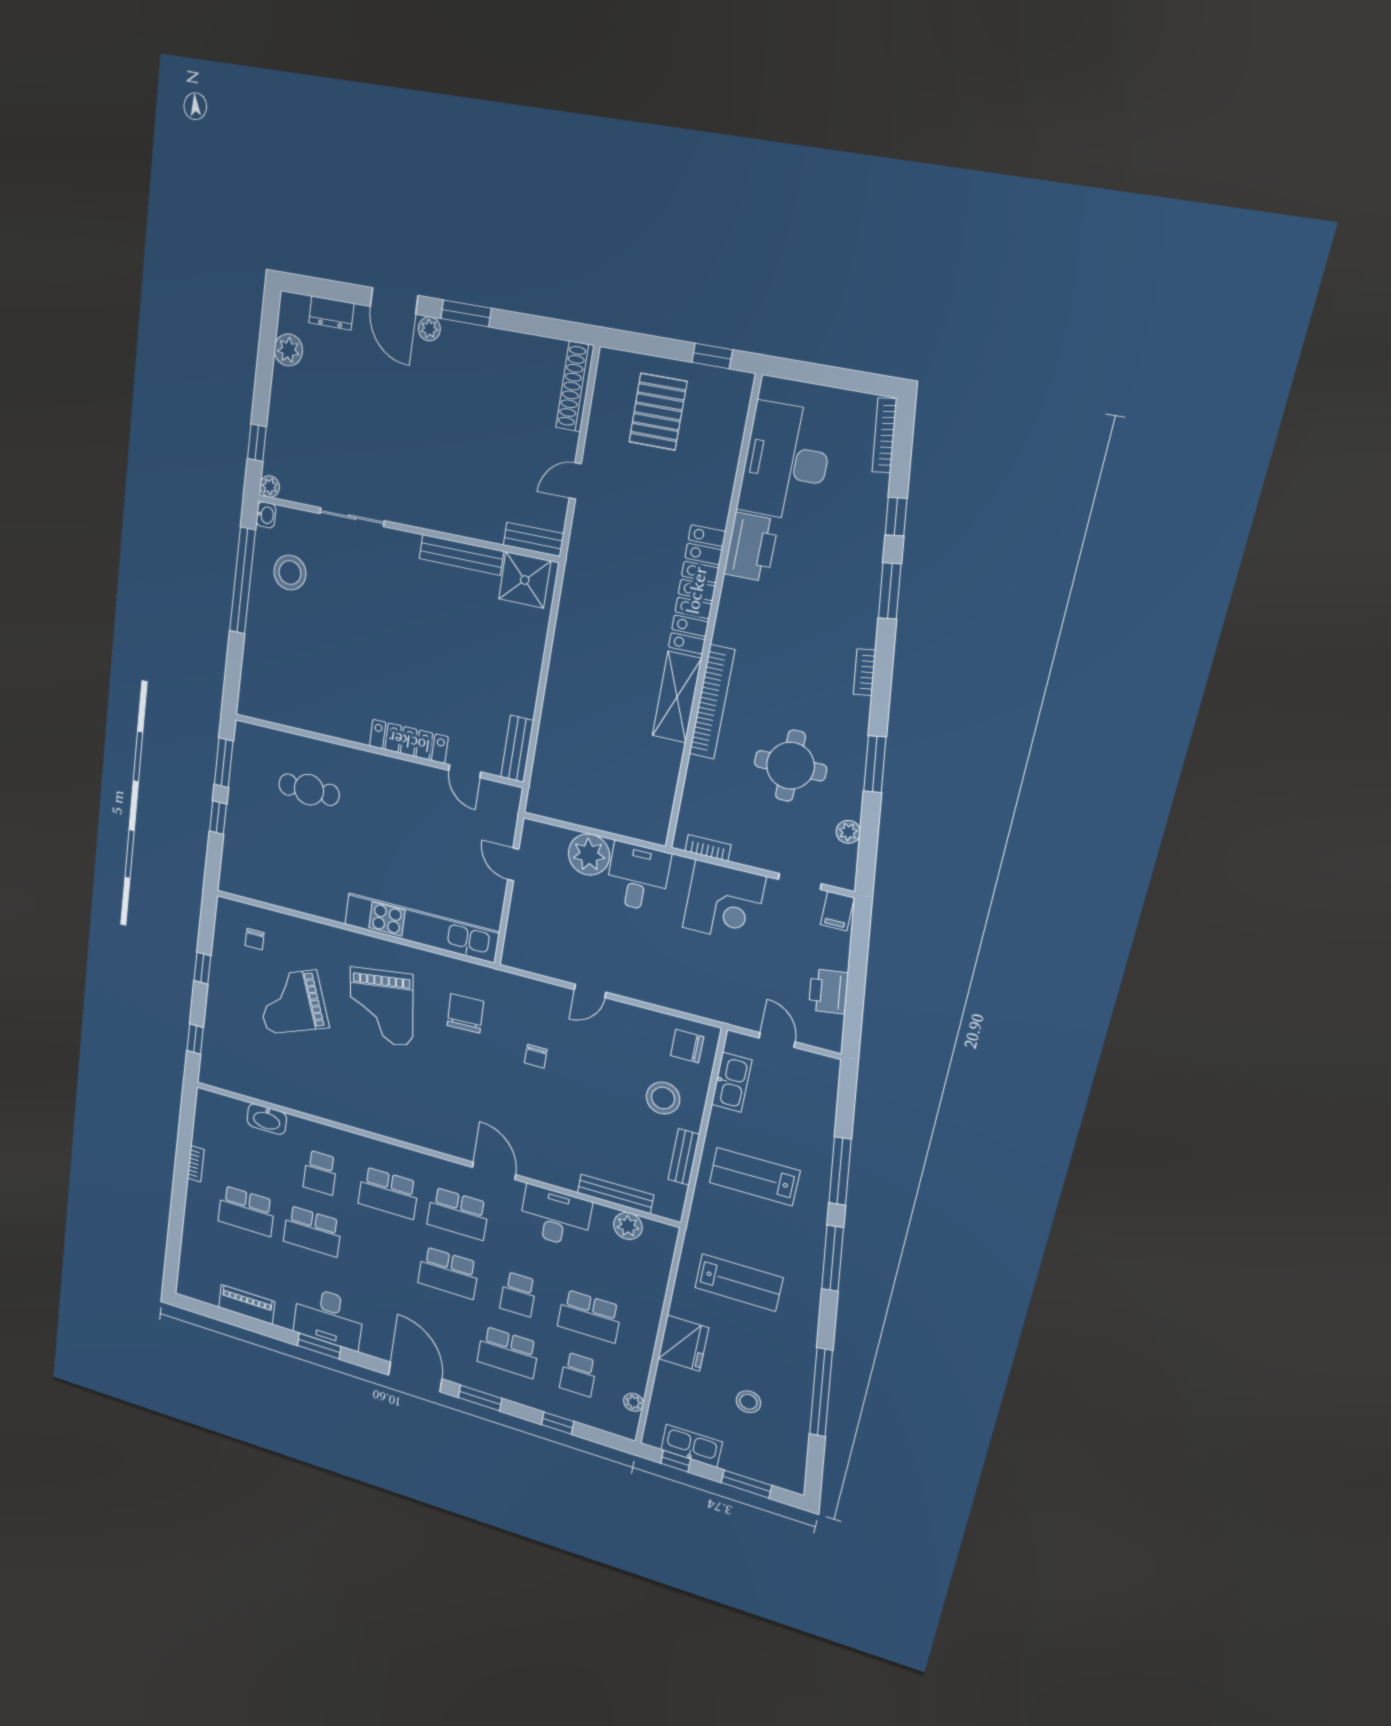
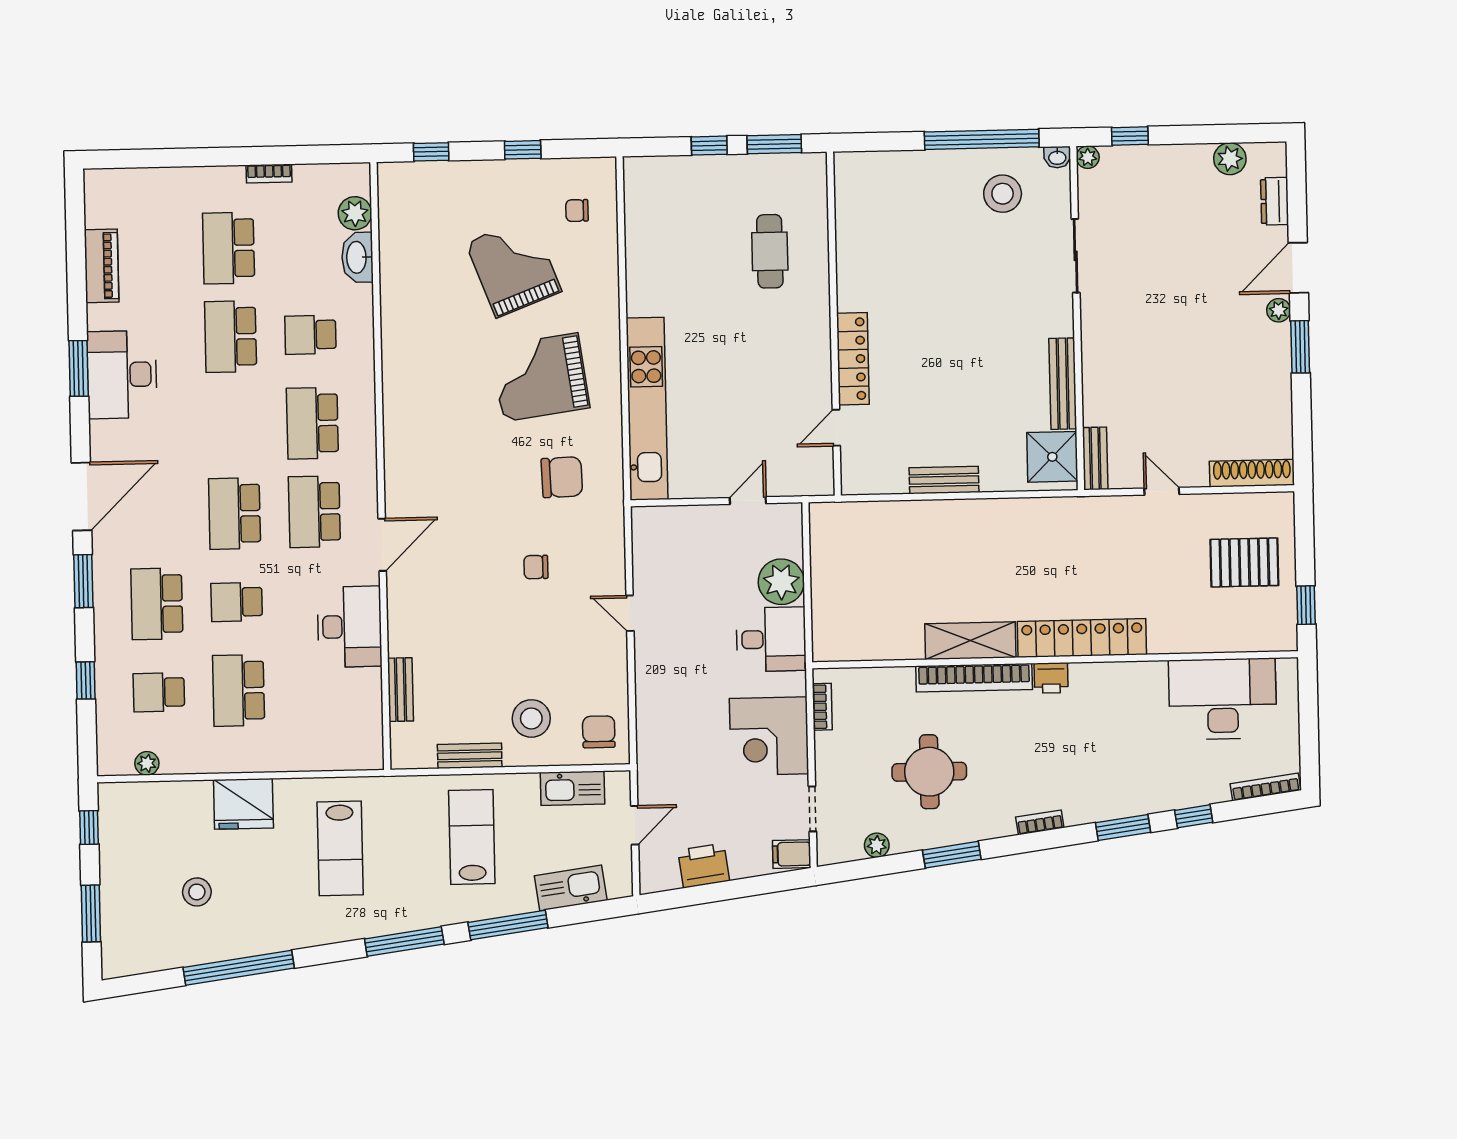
printer: (751, 547) -> (1051, 678), moved, width x0.53, depth x0.68
bench: (517, 749) -> (944, 480), moved
bench: (616, 1194) -> (401, 690), width x0.73
plant: (628, 1226) -> (355, 213), moved
kitchen sink: (692, 1446) -> (571, 888), moved, turned -98

